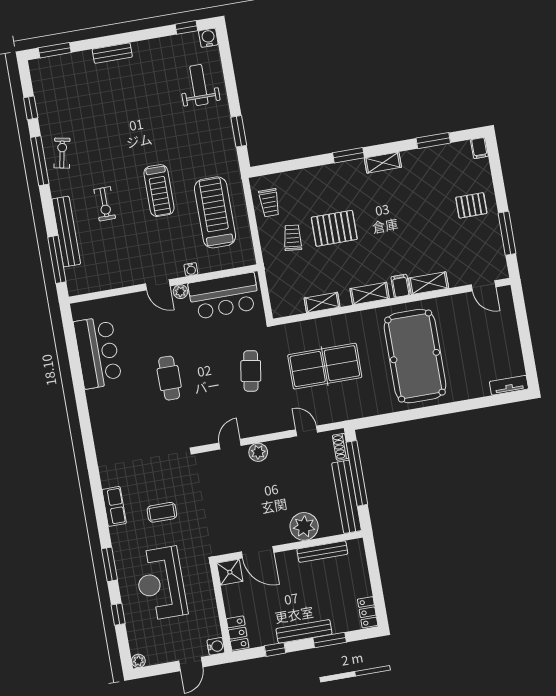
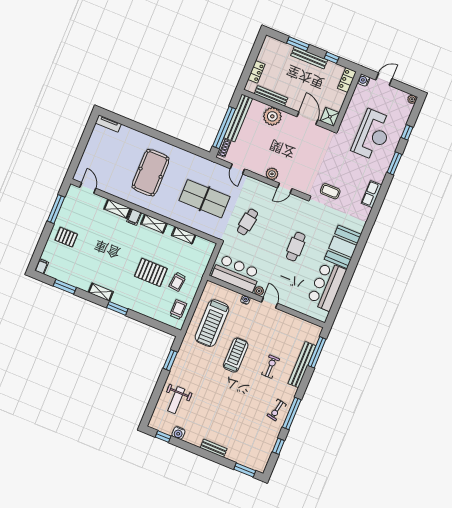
water cooler: (208, 38) -> (178, 433), moved
pool table: (415, 356) -> (151, 173), width x0.73, depth x0.76
booth: (109, 416) -> (343, 247), added
coffee table: (162, 512) -> (330, 191), moved
locker: (368, 612) -> (256, 72), moved

